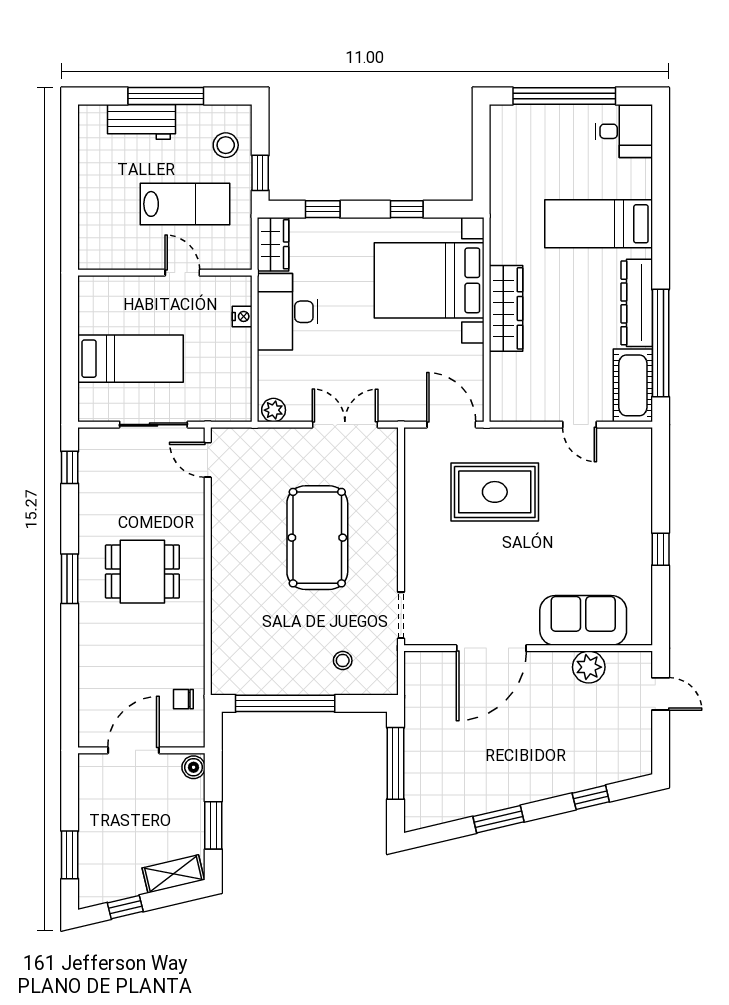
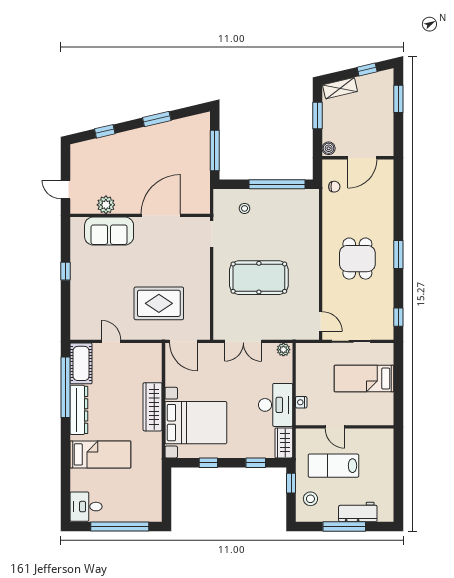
pool table: (317, 538) -> (259, 278), turned 90
dining table: (142, 572) -> (357, 259), turned 90

